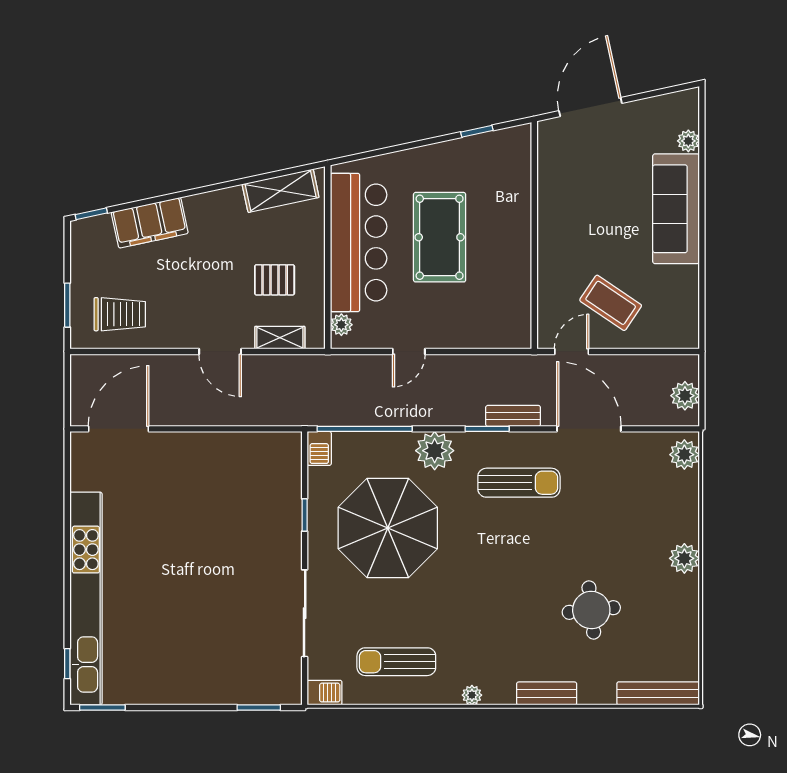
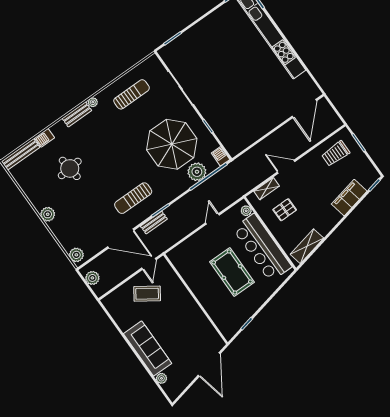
plant: (435, 451) -> (197, 172), moved
barbecue: (325, 693) -> (45, 138), moved
bench: (547, 693) -> (77, 114), moved

